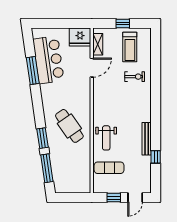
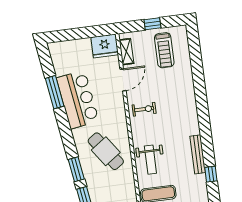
bar counter: (48, 60) -> (78, 100), moved
exercise bike: (135, 77) -> (144, 109), moved

